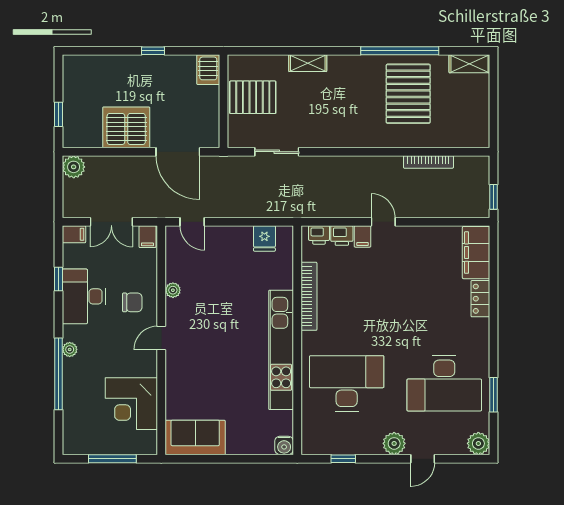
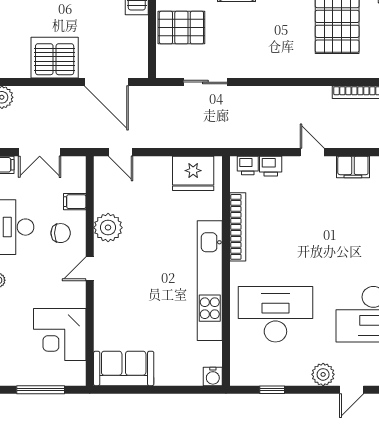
filing cabinet: (362, 236) -> (353, 167), moved, width x2.00
filing cabinet: (147, 237) -> (75, 202), moved, turned 90
fridge: (264, 238) -> (193, 173), width x1.88, depth x1.34
plant: (173, 290) -> (108, 228), width x1.88, depth x1.88

